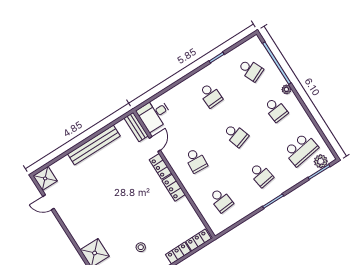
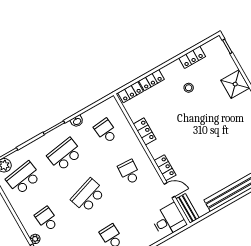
school desk: (236, 135) -> (88, 196), width x1.85
door: (155, 144) -> (170, 190), swing flipped
school desk: (261, 175) -> (65, 155), width x1.85
locker: (174, 188) -> (145, 131), moved
washbasin: (250, 209) -> (77, 121), added

